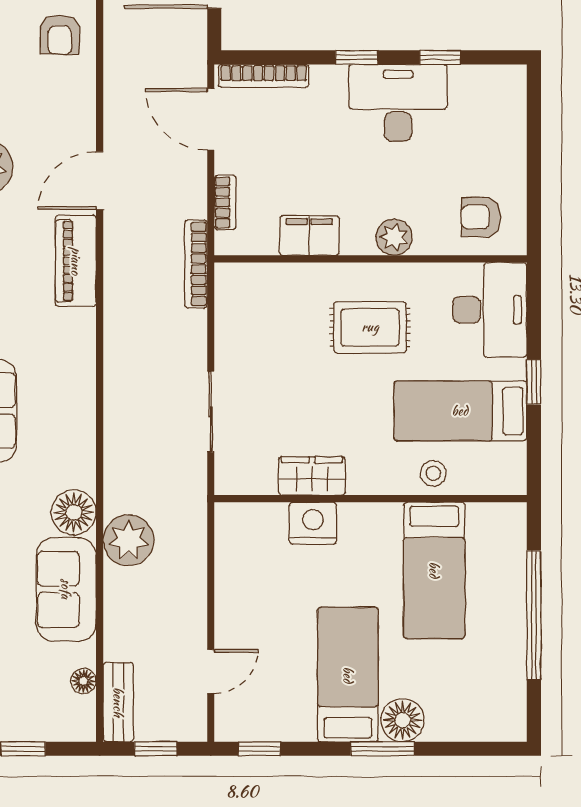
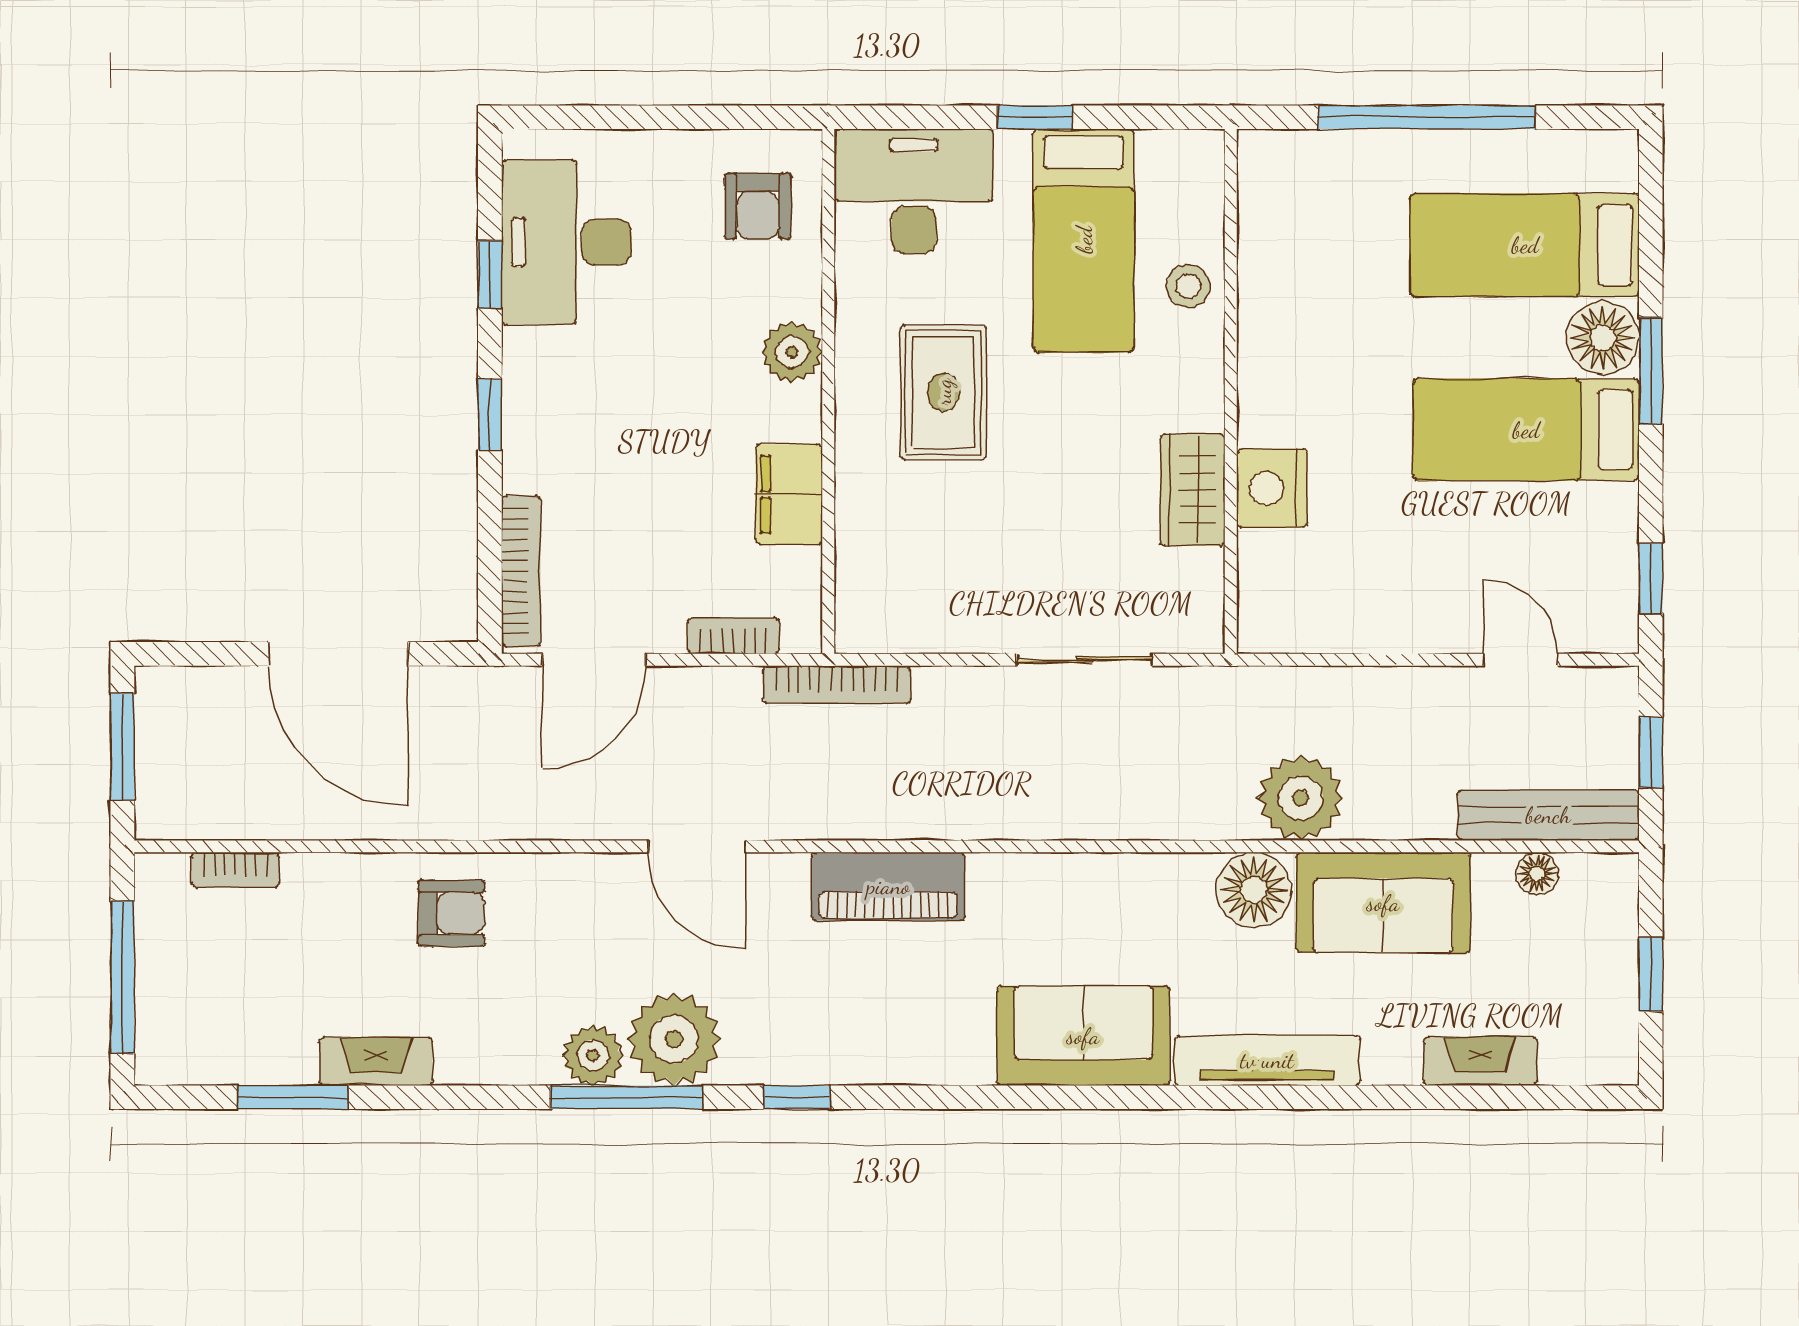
desk: (398, 103) -> (566, 242), moved
piano: (76, 261) -> (888, 886), moved
bed: (434, 570) -> (1525, 245), moved, turned 180
bench: (118, 702) -> (1548, 815), width x1.36

